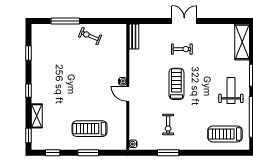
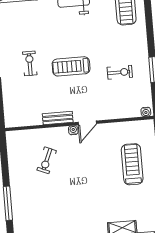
exercise bike: (90, 36) -> (47, 160), moved
bench: (134, 36) -> (58, 118), moved
treadmill: (90, 129) -> (132, 164), turned 180

